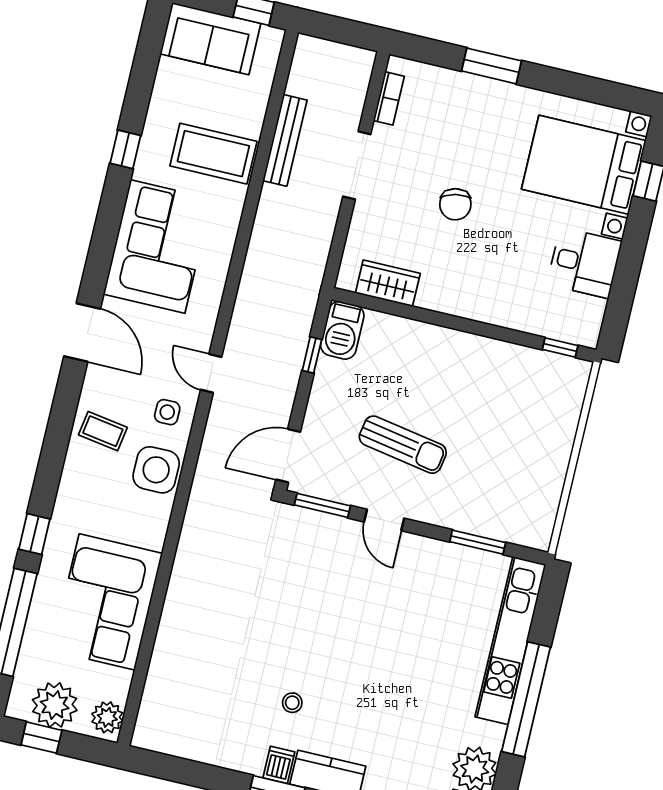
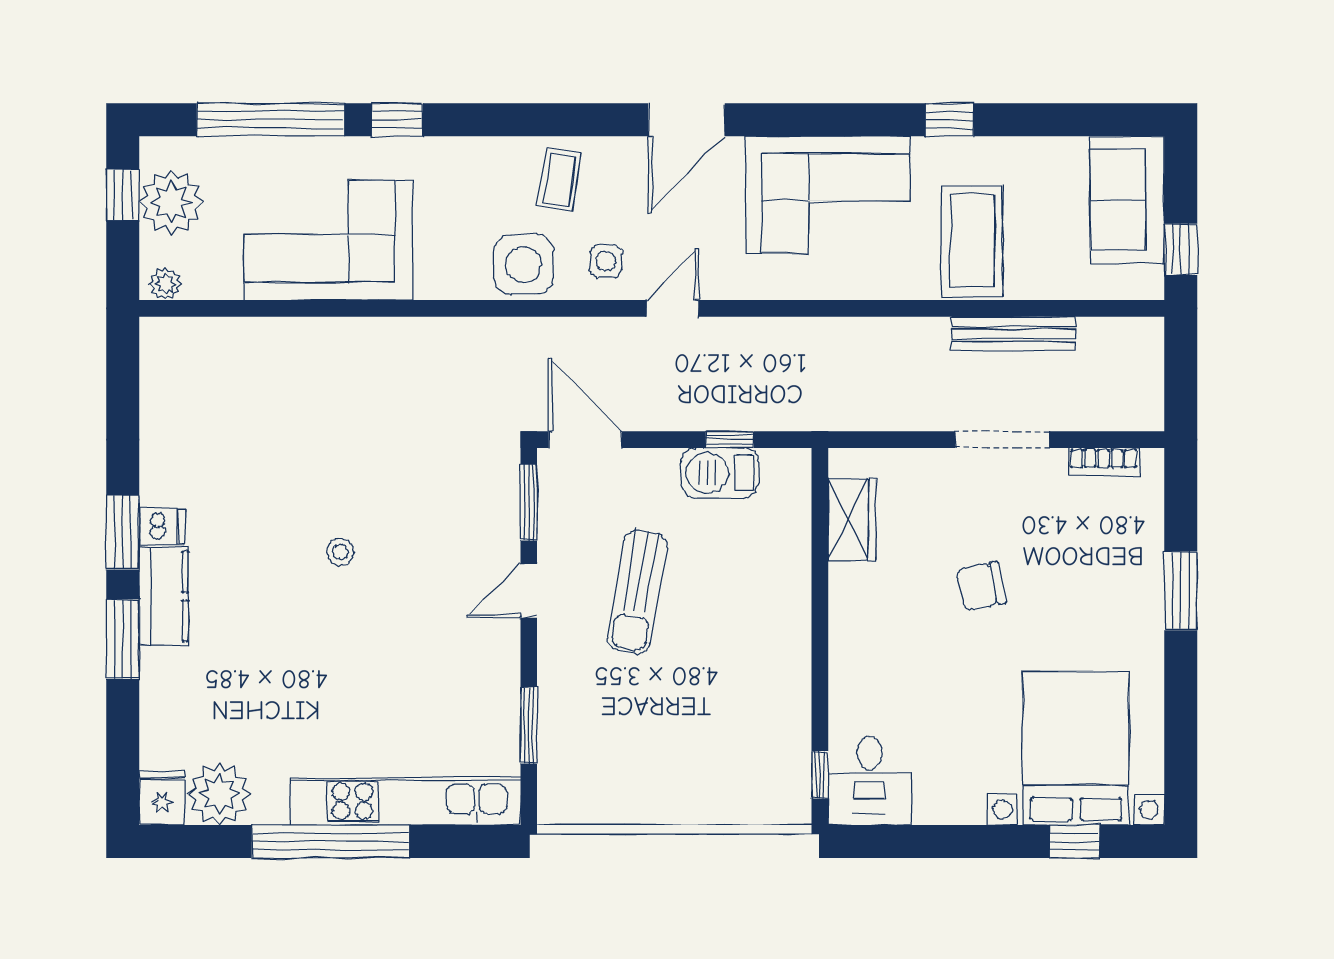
desk: (584, 263) -> (869, 781), moved
barbecue: (342, 330) -> (720, 473), moved
stool: (292, 703) -> (340, 552), moved
plant: (107, 717) -> (165, 284), width x0.73, depth x0.73

